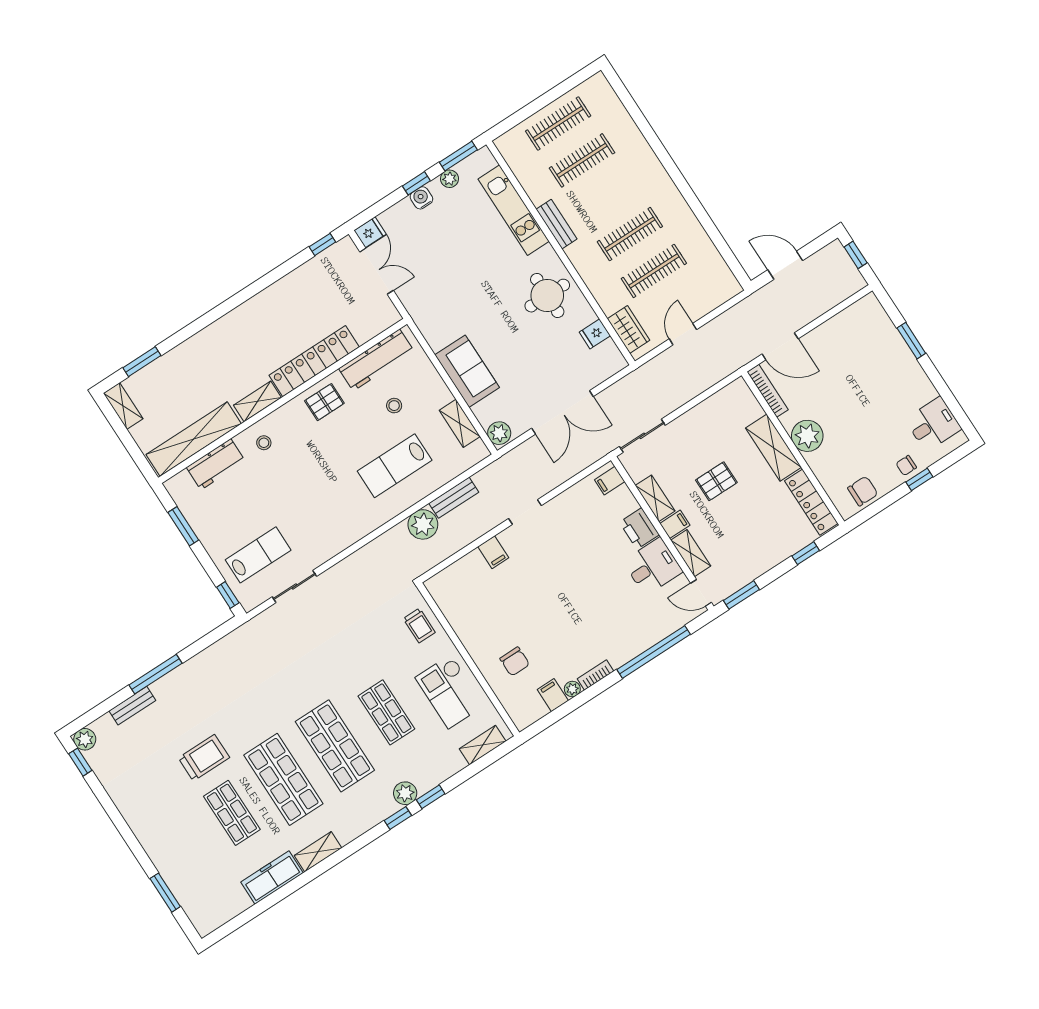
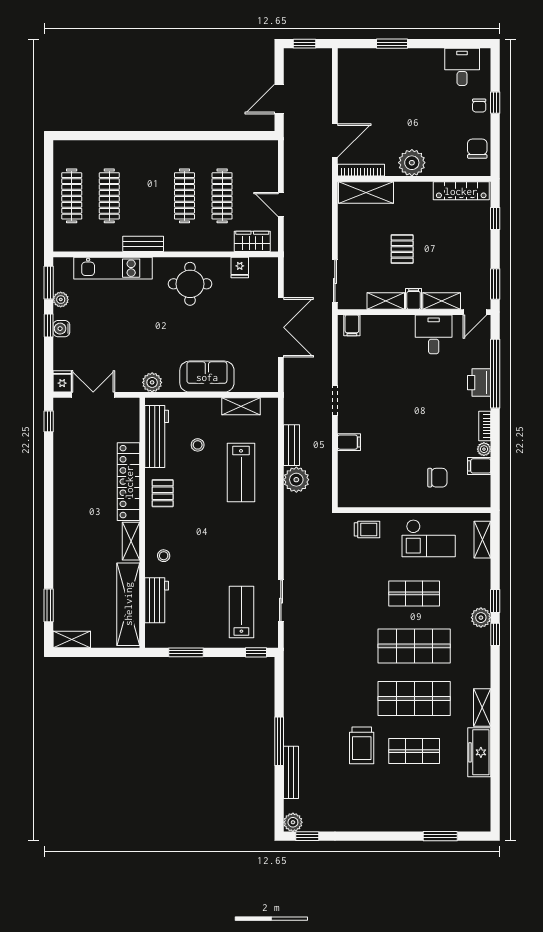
plant: (499, 433) -> (152, 382), moved
shelving: (773, 448) -> (366, 192), moved
printer: (639, 528) -> (479, 383), moved, turned 90
bench: (132, 706) -> (291, 772), width x1.36
trolley: (204, 758) -> (362, 745), turned 180

